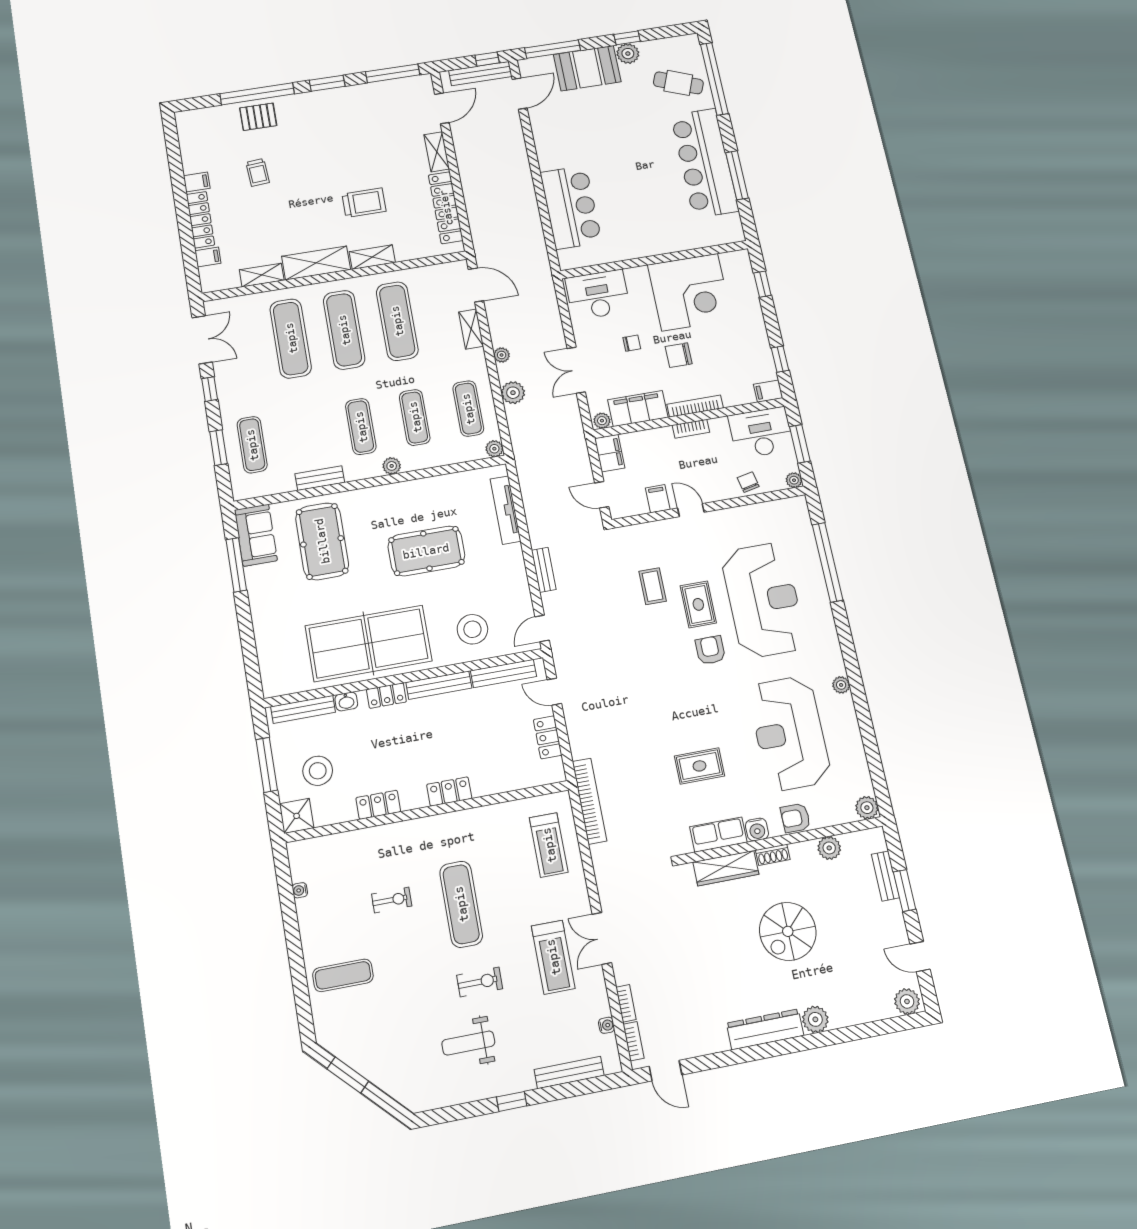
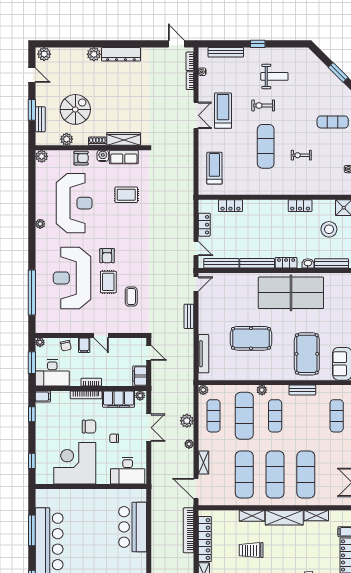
exercise mat: (415, 417) -> (244, 416), width x1.36, depth x1.45
filing cabinet: (658, 499) -> (84, 345), moved
stool: (472, 629) -> (234, 290), removed
locker: (449, 791) -> (230, 206), moved
bookcase: (589, 801) -> (188, 530), moved
spiral stairs: (788, 931) -> (75, 109), moved

